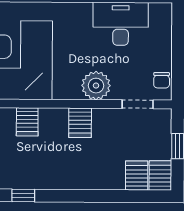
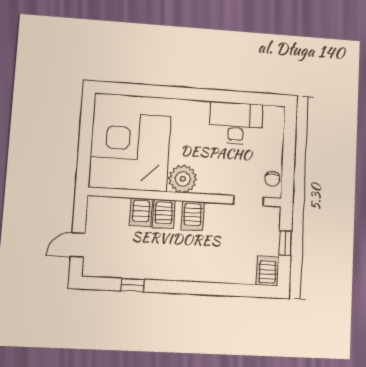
plant: (96, 86) -> (183, 179), moved
server rack: (137, 176) -> (164, 214), moved, turned 180

